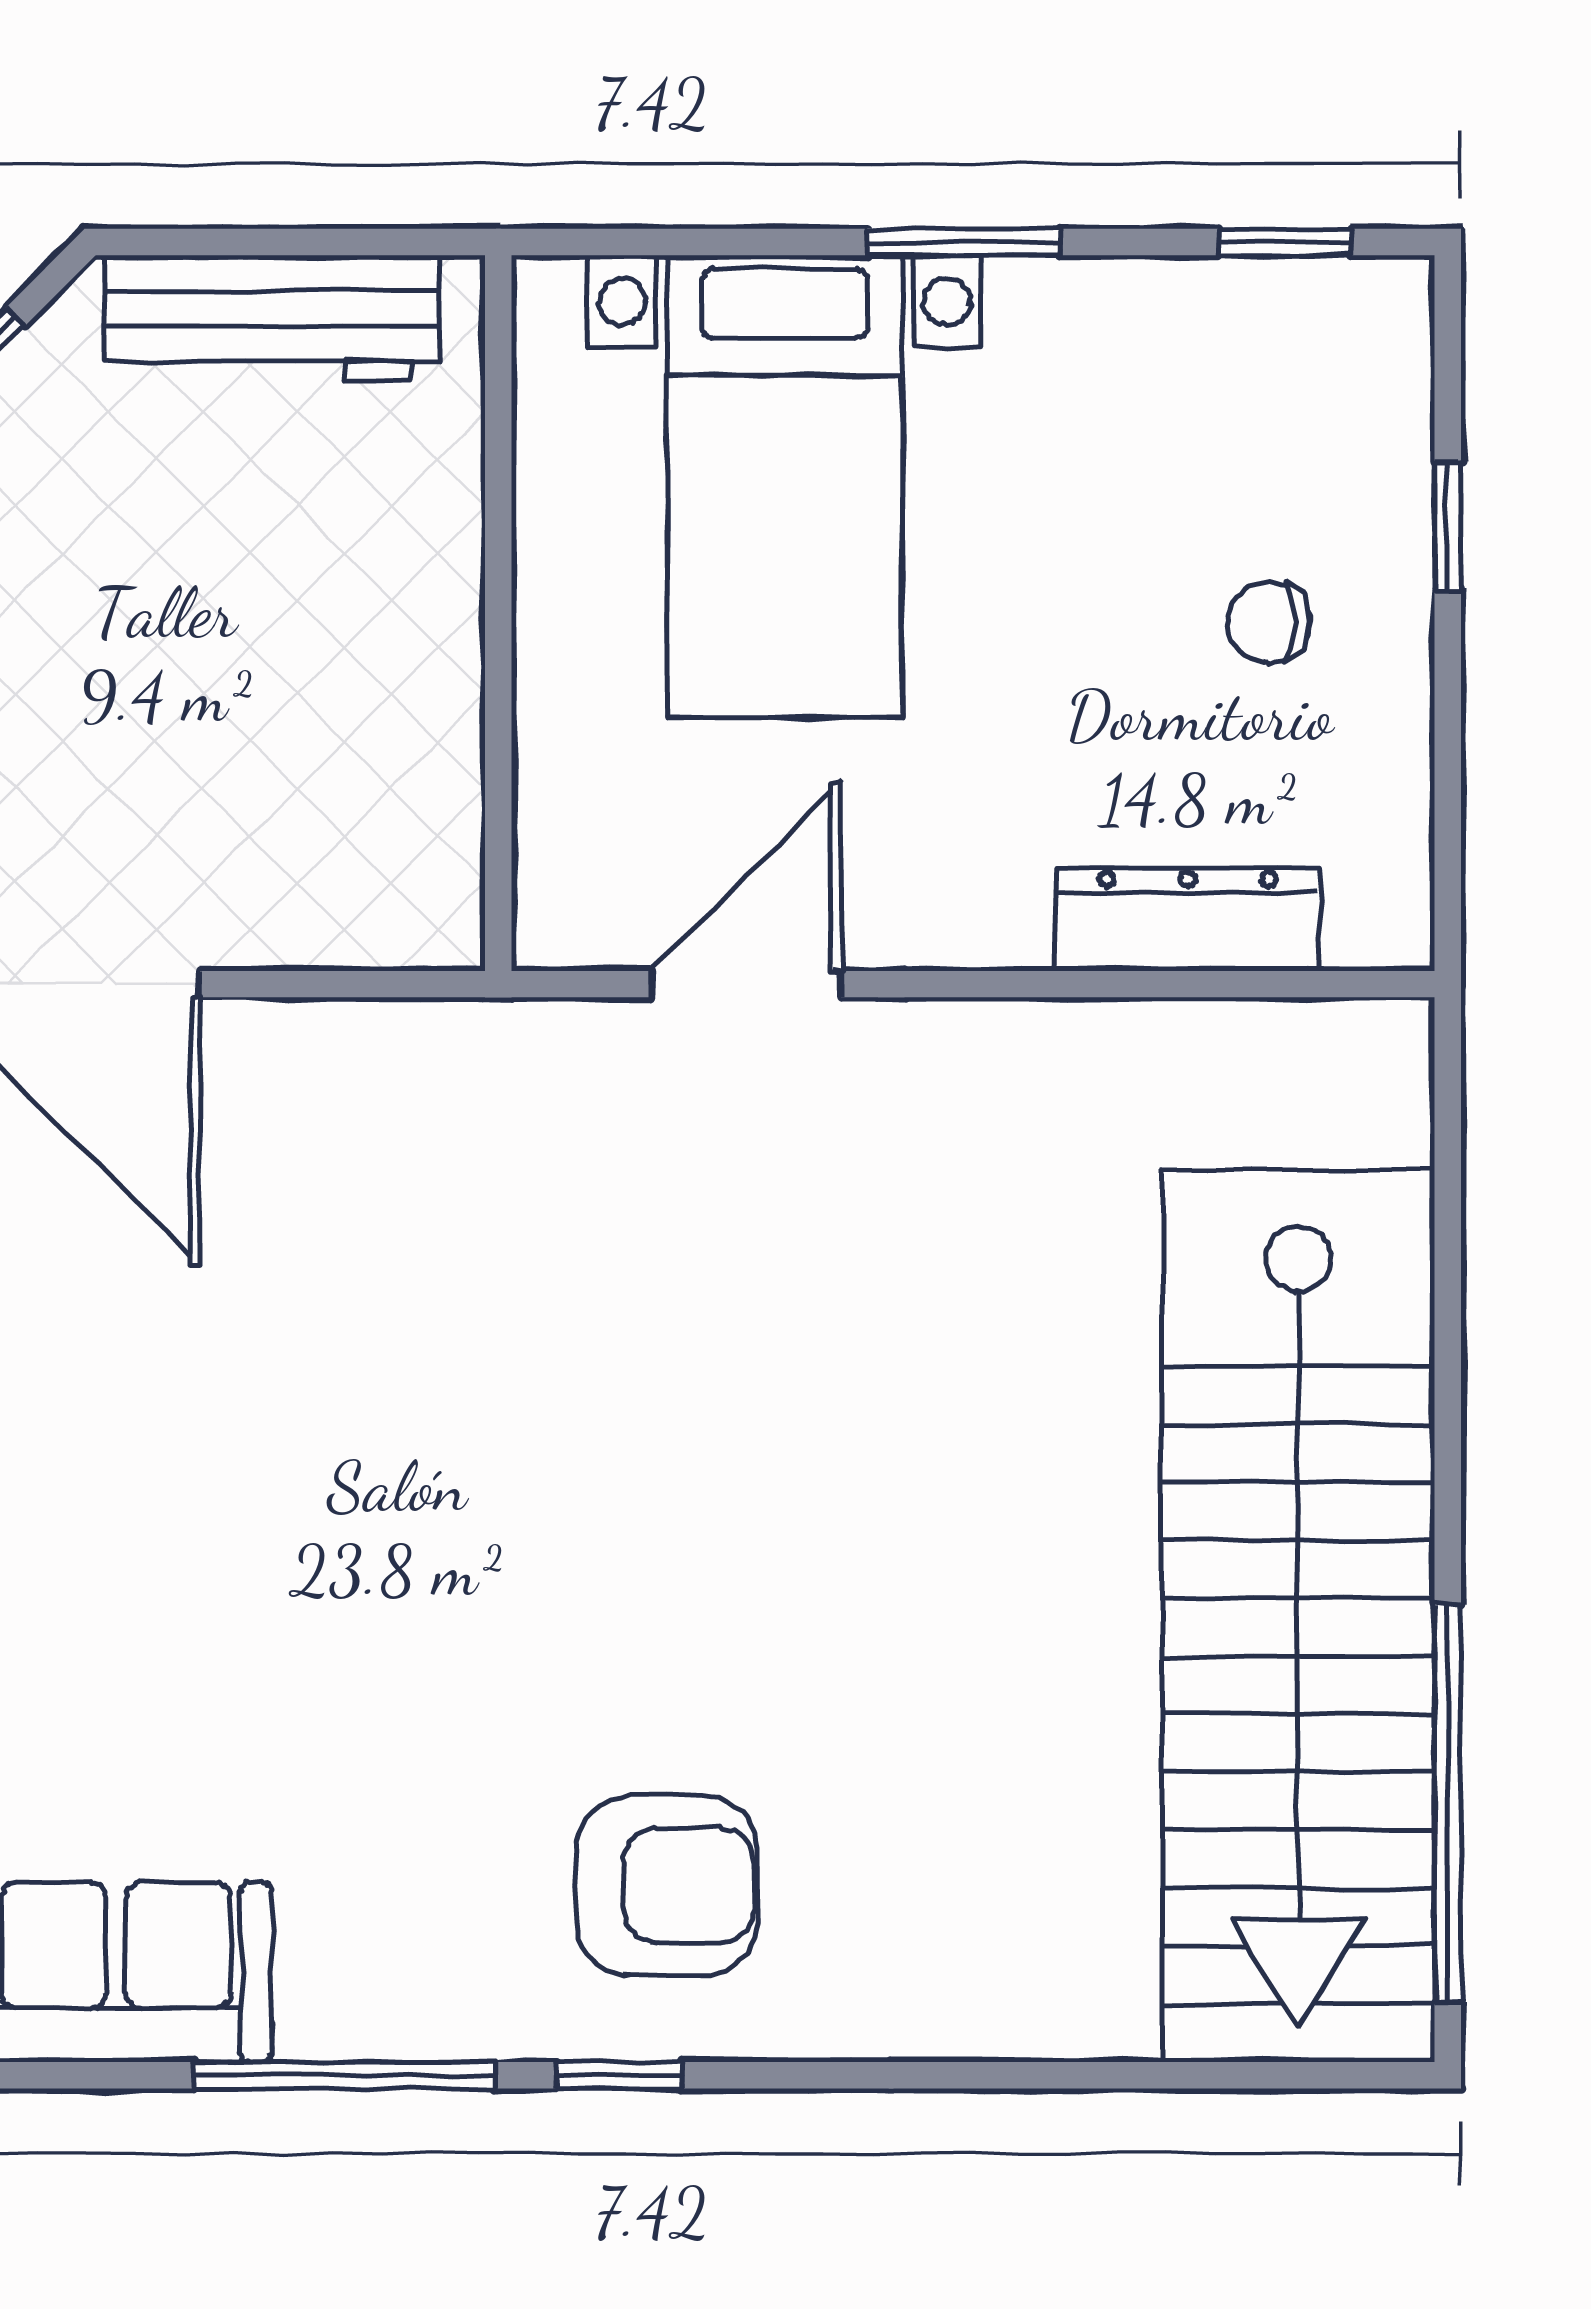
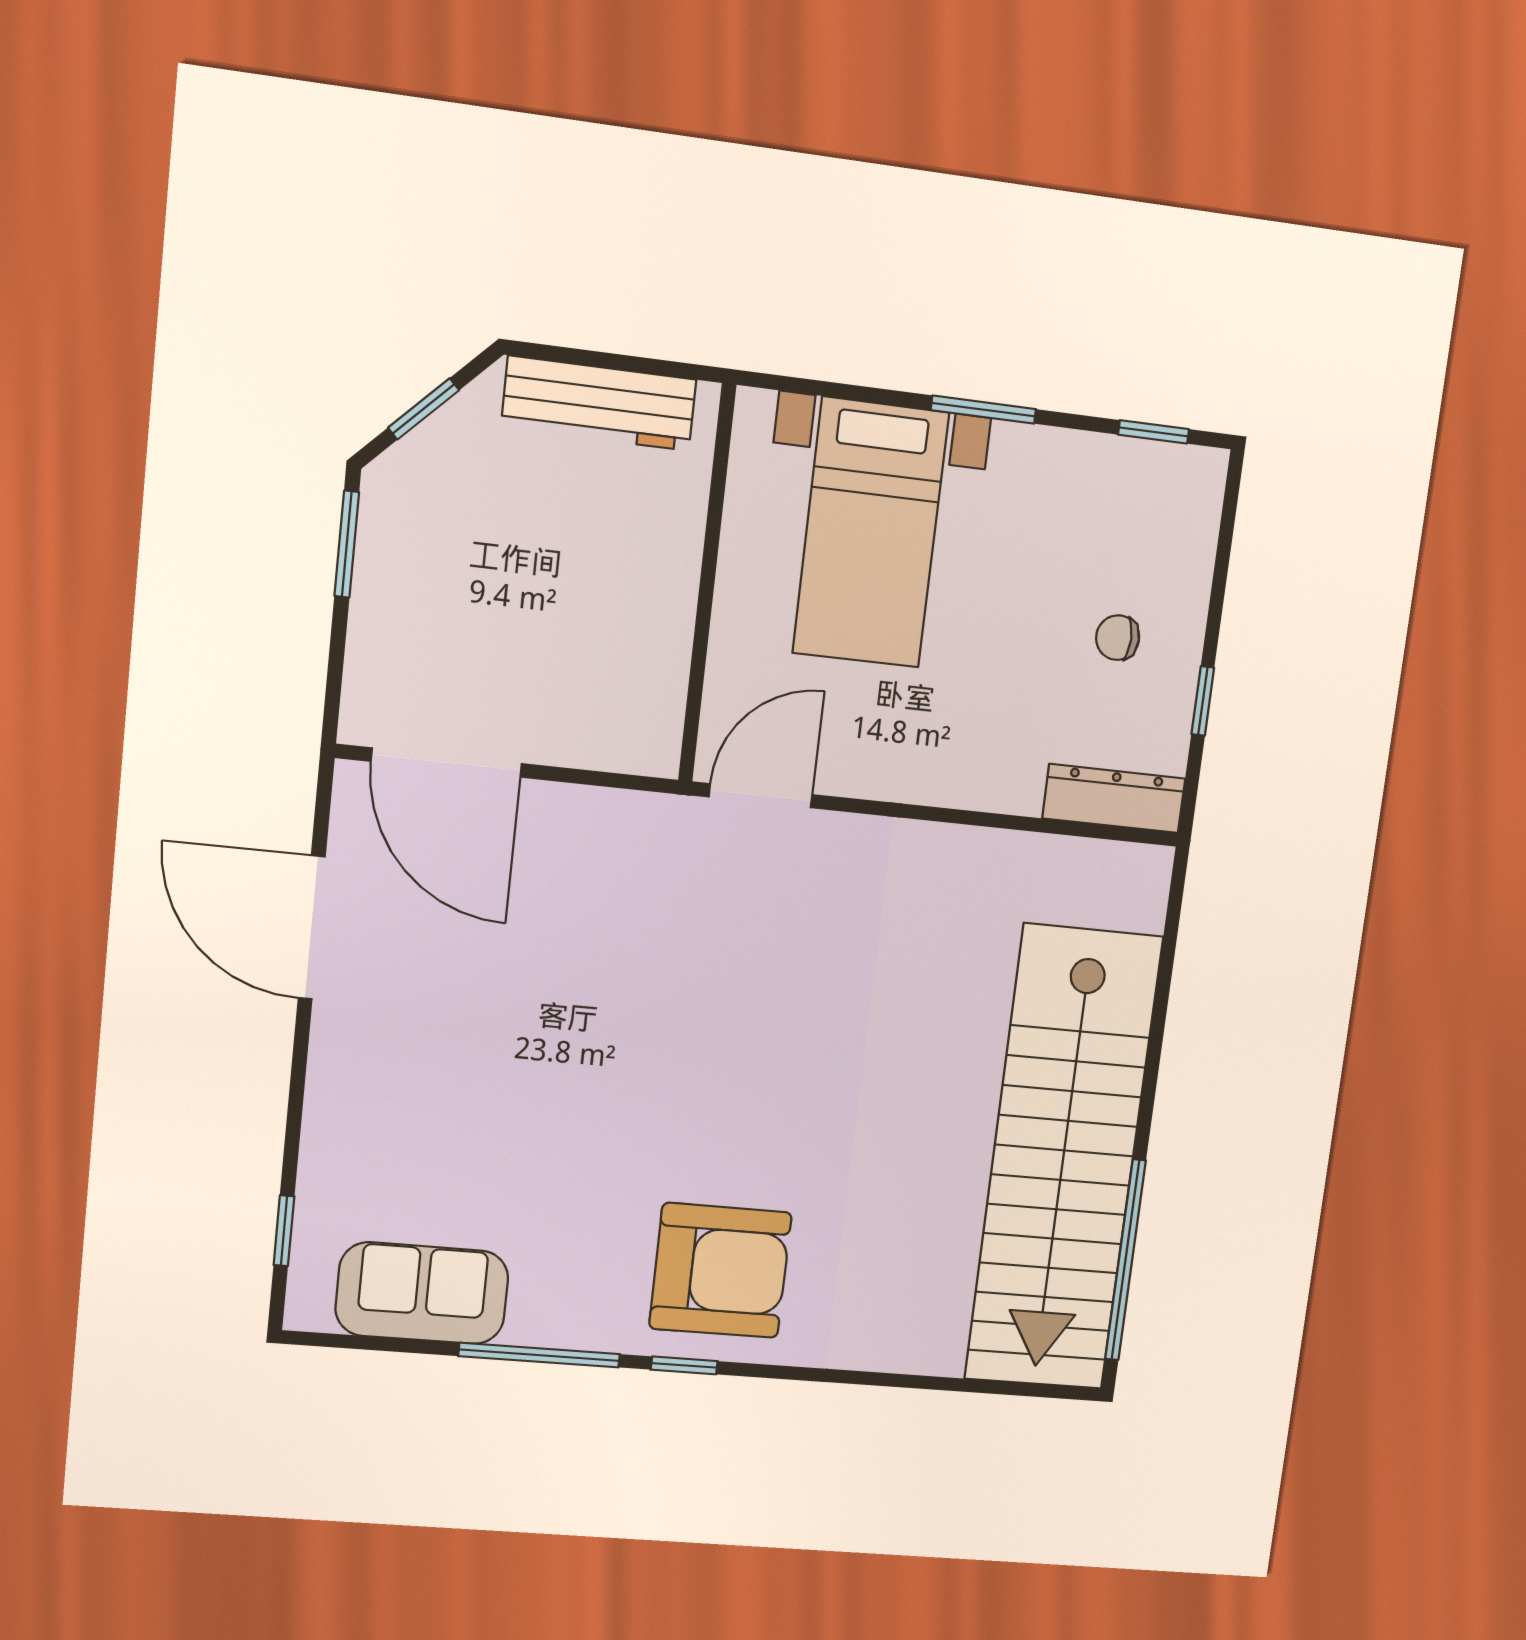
window: (1448, 526) -> (1203, 701), moved
dresser: (1188, 919) -> (1114, 798), moved
door: (746, 984) -> (761, 796), moved
armchair: (667, 1885) -> (720, 1271), width x1.36, depth x1.36

